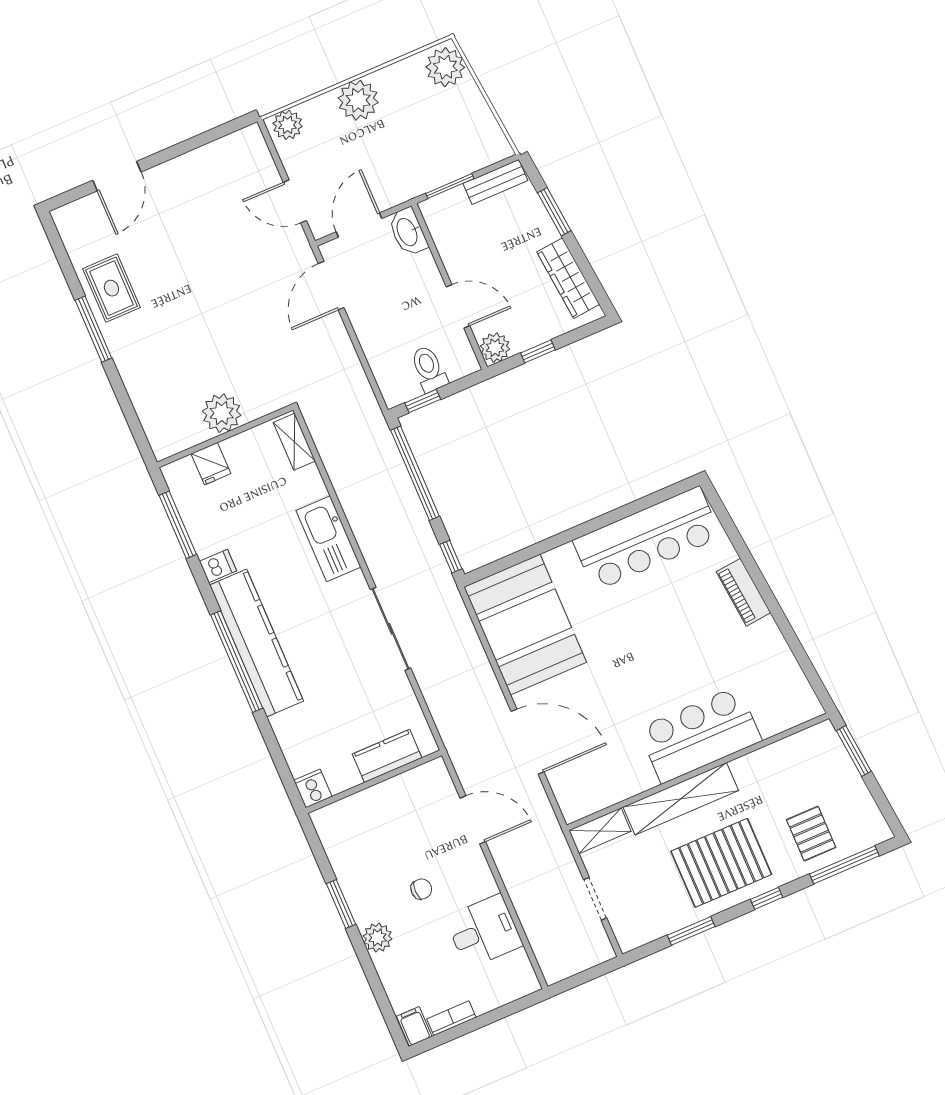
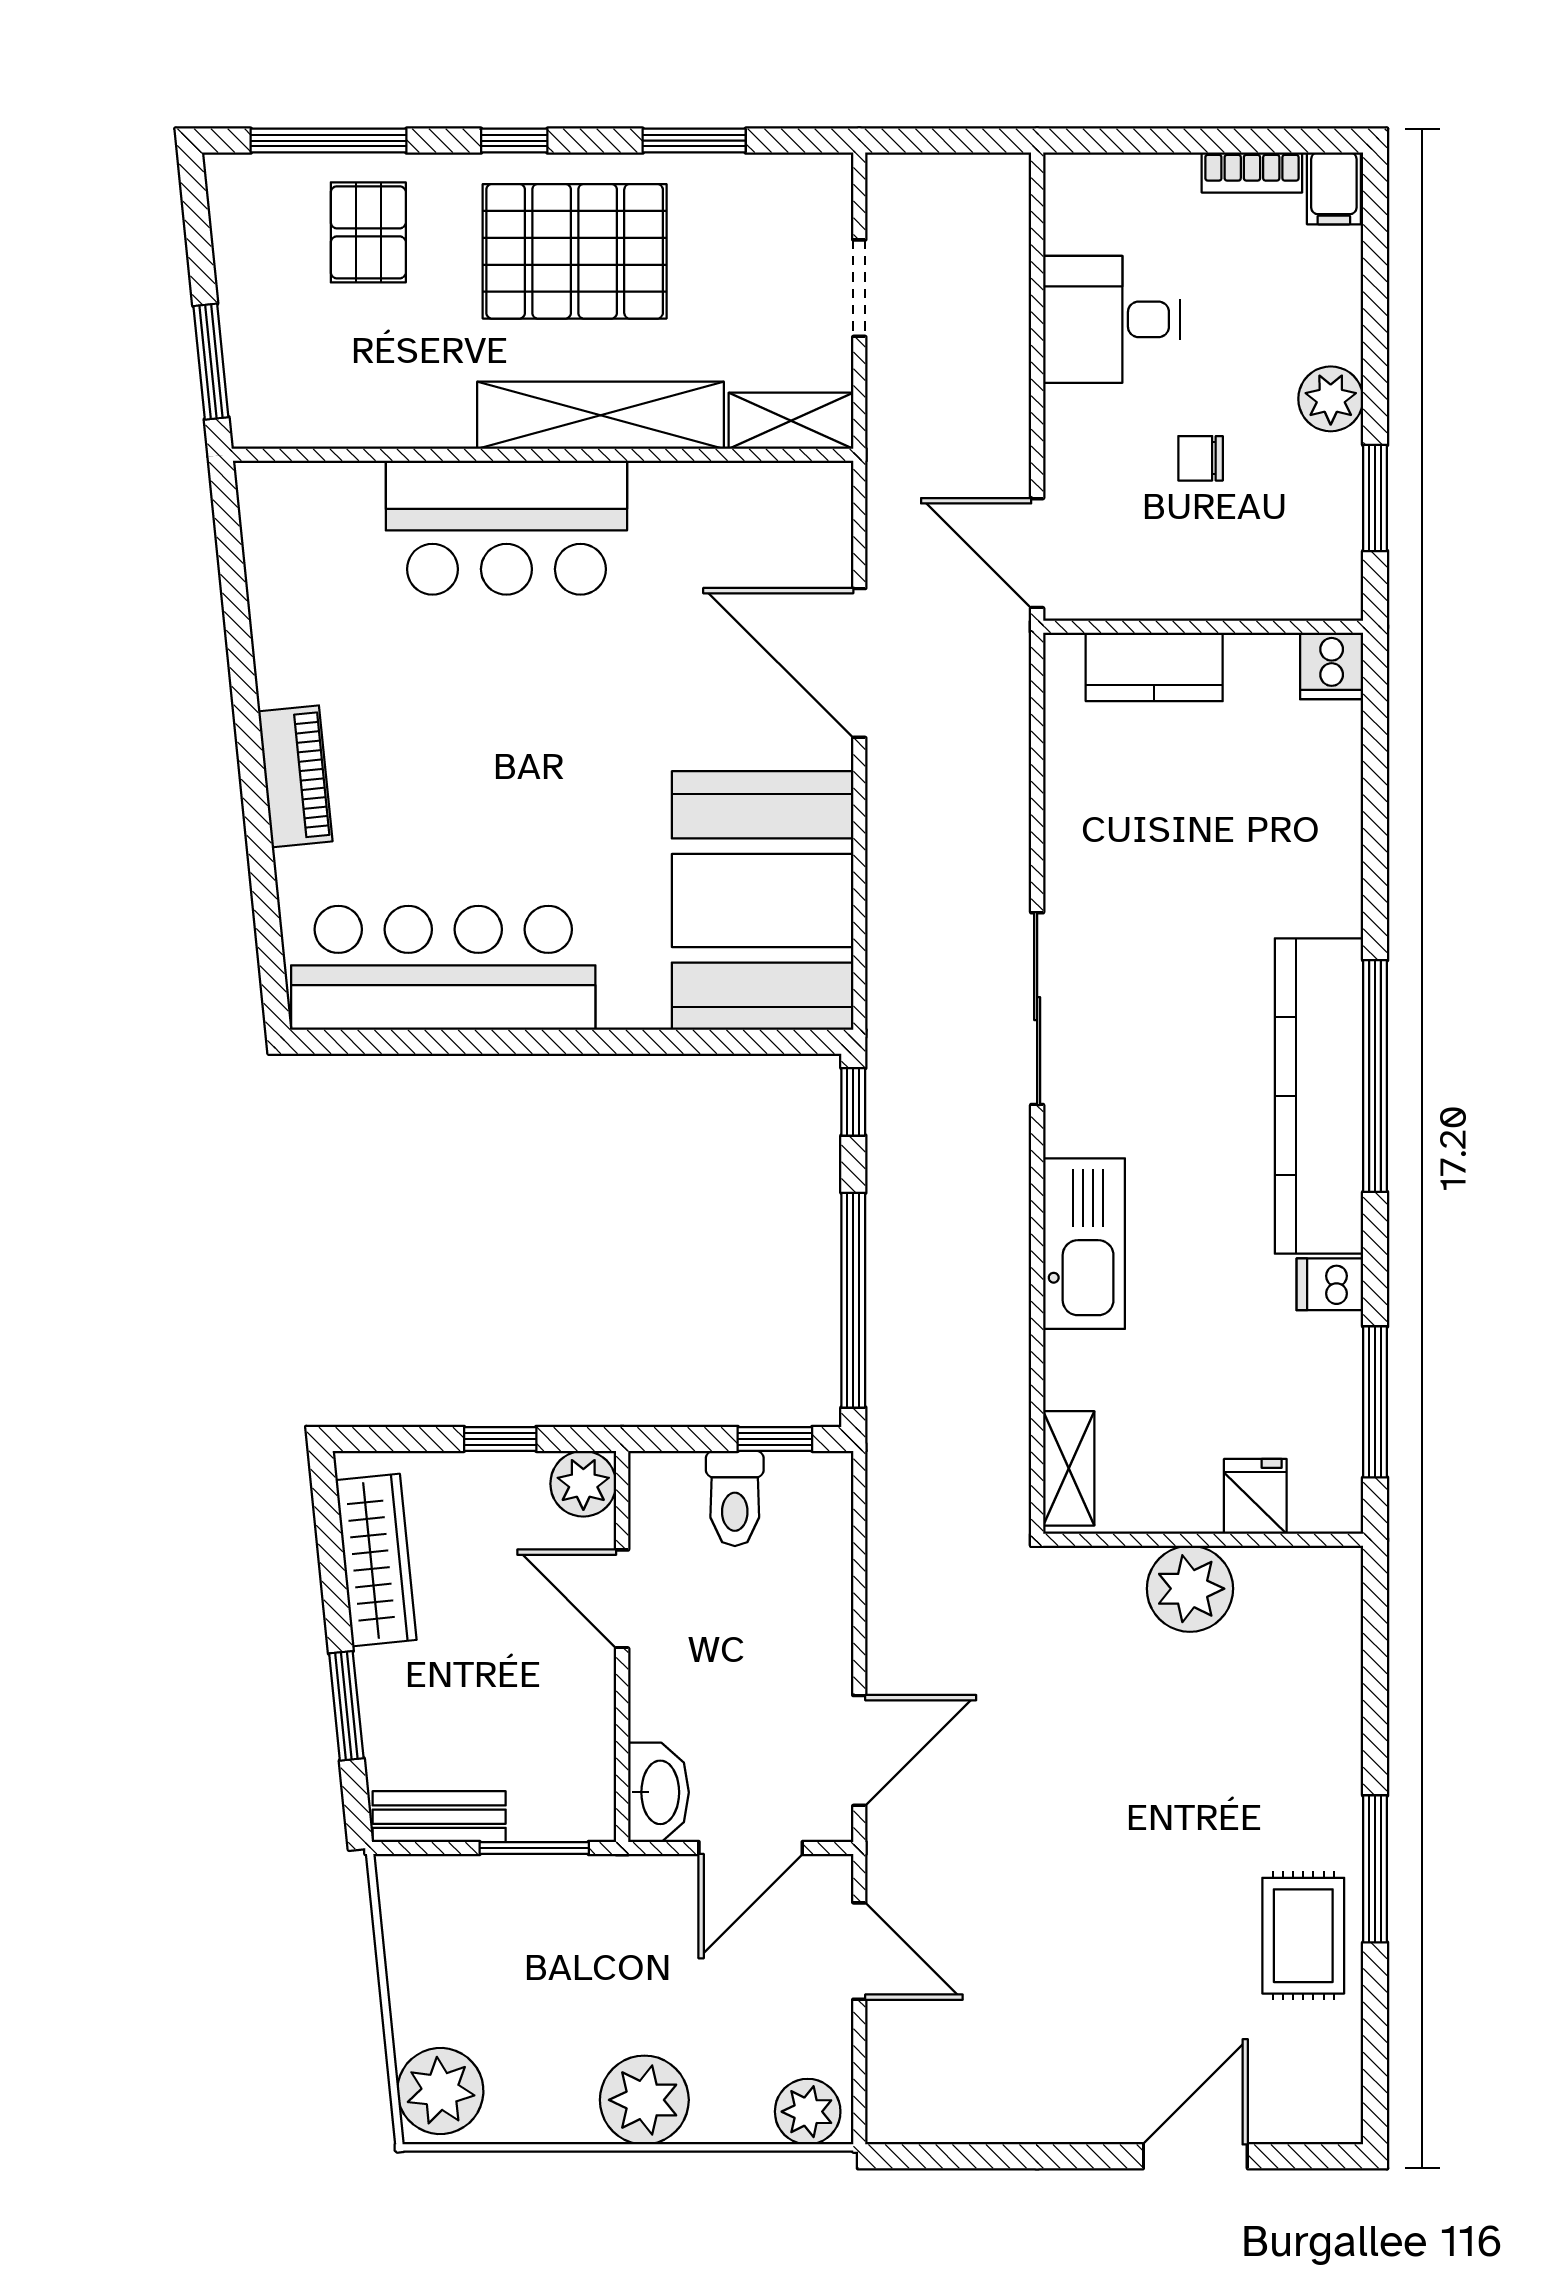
kitchen counter: (387, 756) -> (1154, 667), moved
wall: (374, 782) -> (1203, 627), moved
cooker: (313, 788) -> (1332, 666), moved

